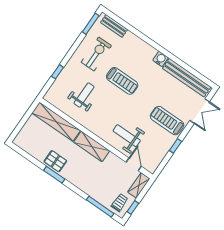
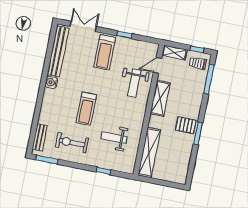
treadmill: (122, 81) -> (86, 109), turned 180
shelving: (92, 146) -> (160, 98), moved
pallet: (55, 161) -> (186, 125), moved, turned 90

